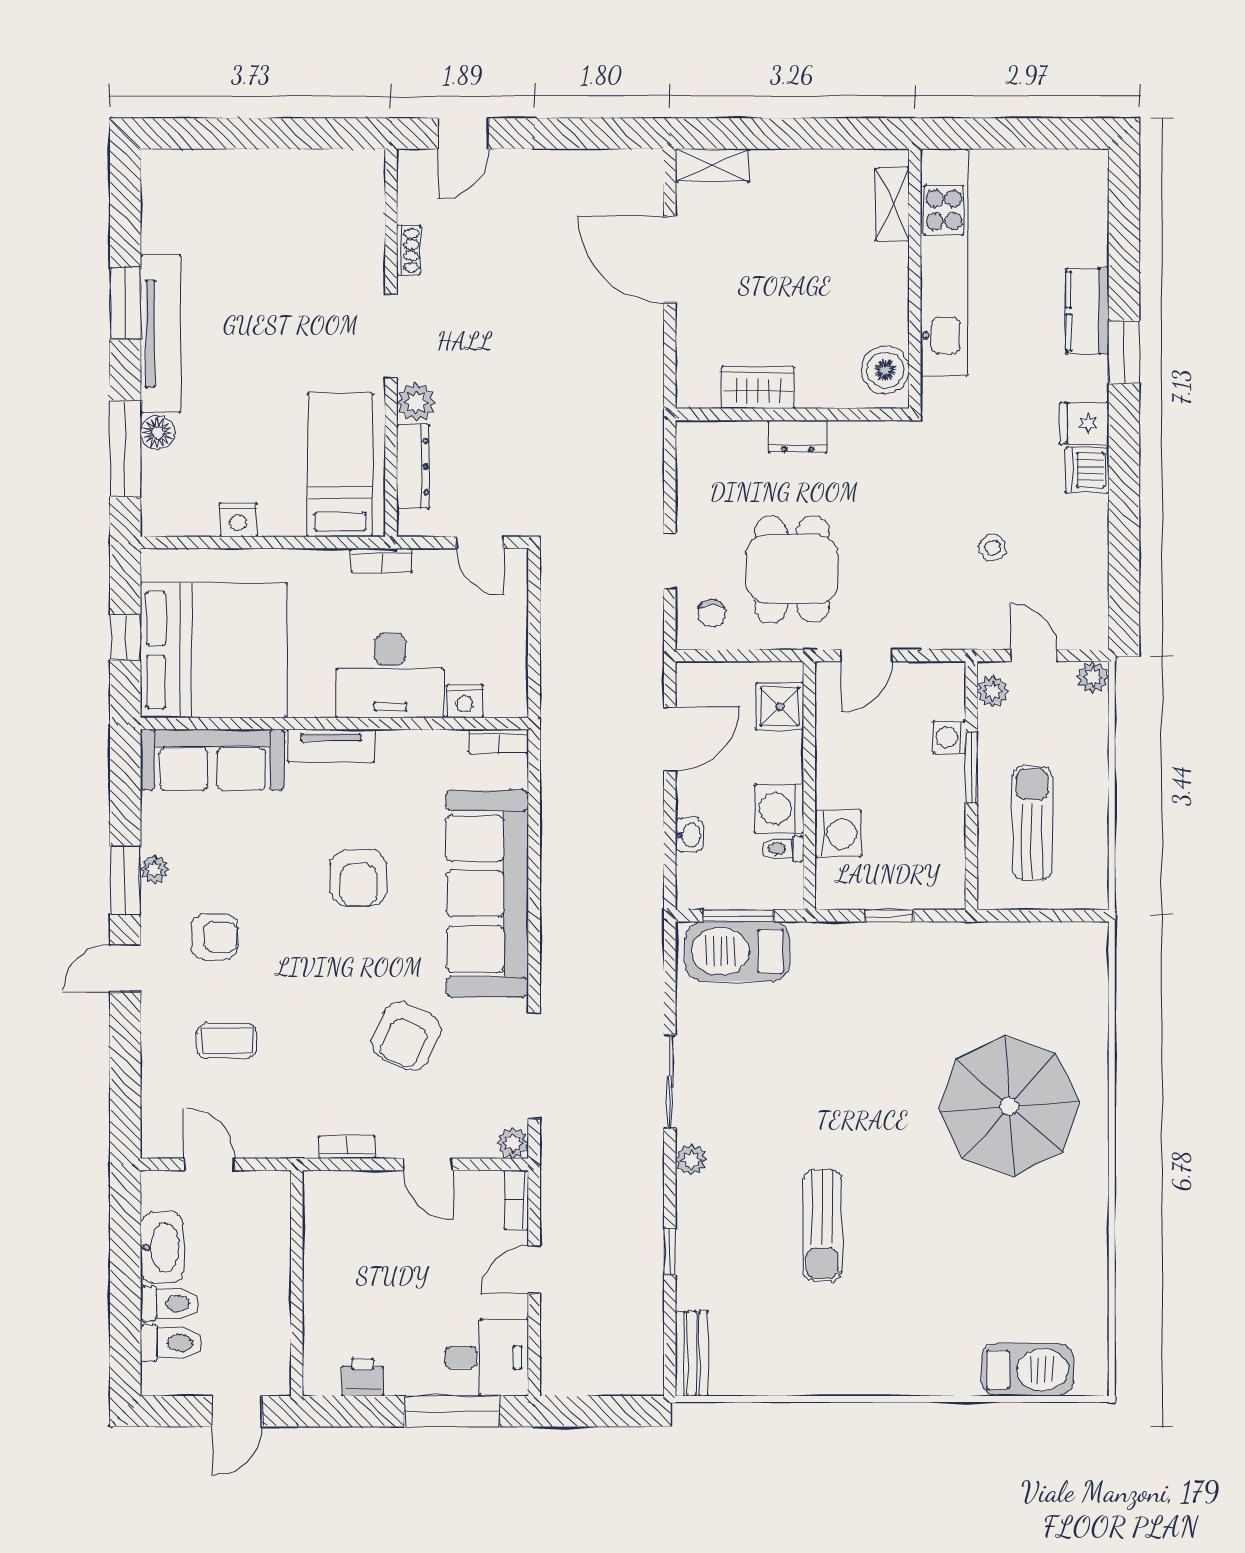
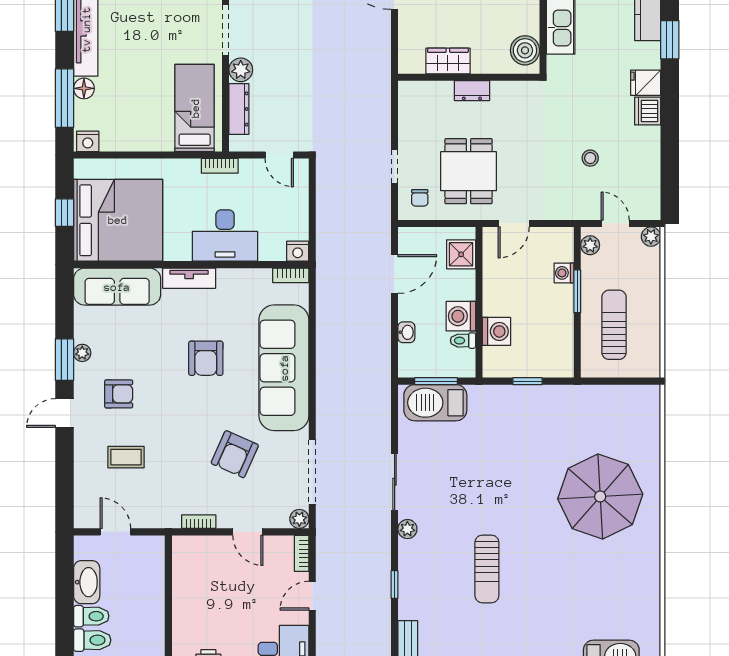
nightstand: (238, 520) -> (88, 141), moved
nightstand: (465, 701) -> (298, 251), moved

